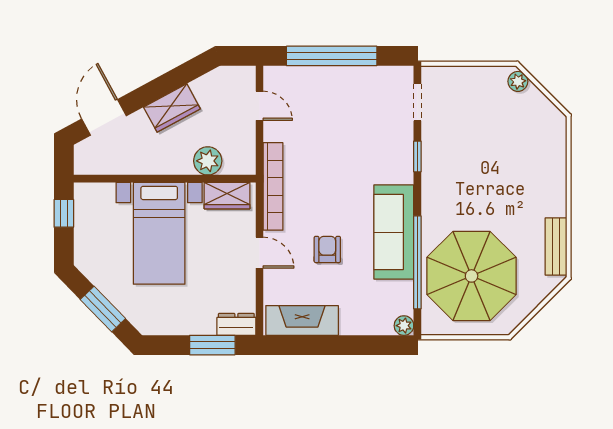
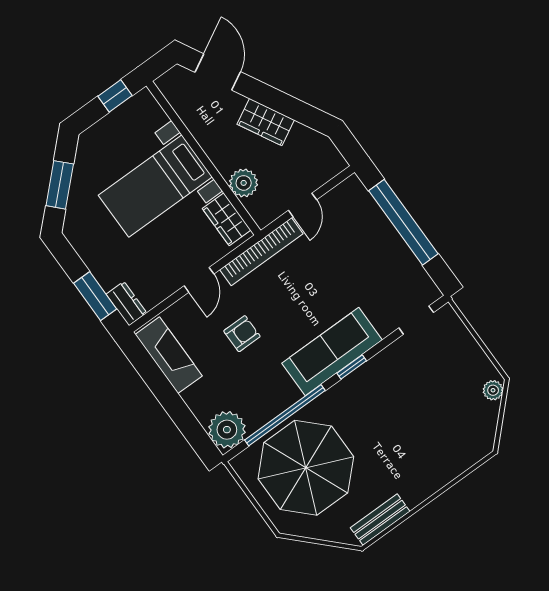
door: (259, 106) -> (302, 205), moved
door: (104, 117) -> (218, 72), hinge flipped
window: (417, 156) -> (352, 367), moved
sofa: (394, 232) -> (332, 352), moved
plant: (404, 326) -> (227, 430), width x1.87, depth x1.87

